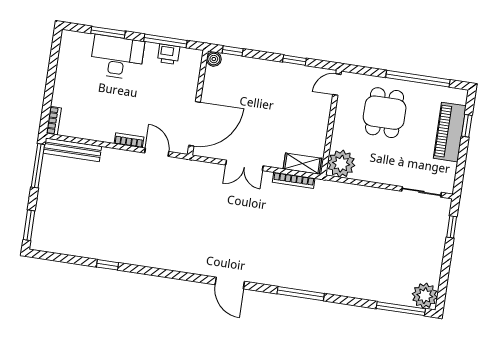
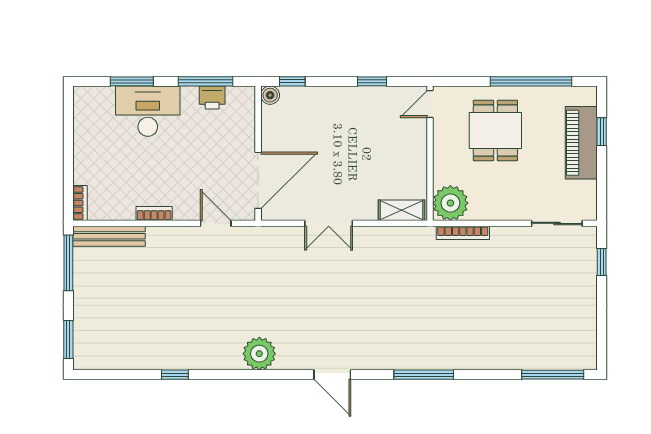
bookcase: (129, 140) -> (154, 214), moved
bookcase: (294, 180) -> (463, 233), moved
plant: (425, 296) -> (259, 354), moved

